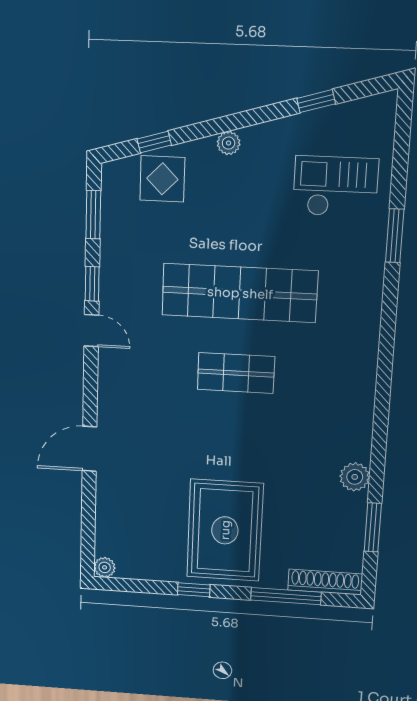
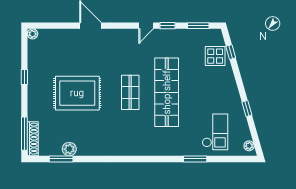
window: (316, 101) -> (247, 109), moved
plant: (229, 143) -> (249, 146), moved
plant: (355, 477) -> (69, 149), moved
rug: (225, 530) -> (77, 93), moved
window: (286, 596) -> (24, 134), moved

